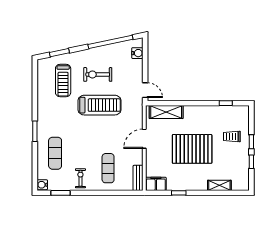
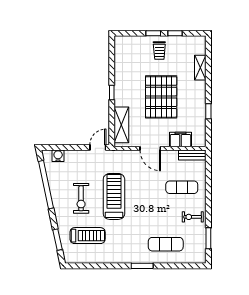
window: (226, 103) -> (112, 92), moved
trolley: (232, 137) -> (159, 50), moved
filing cabinet: (156, 184) -> (180, 140), moved, turned 90
water cooler: (42, 185) -> (200, 258), removed

